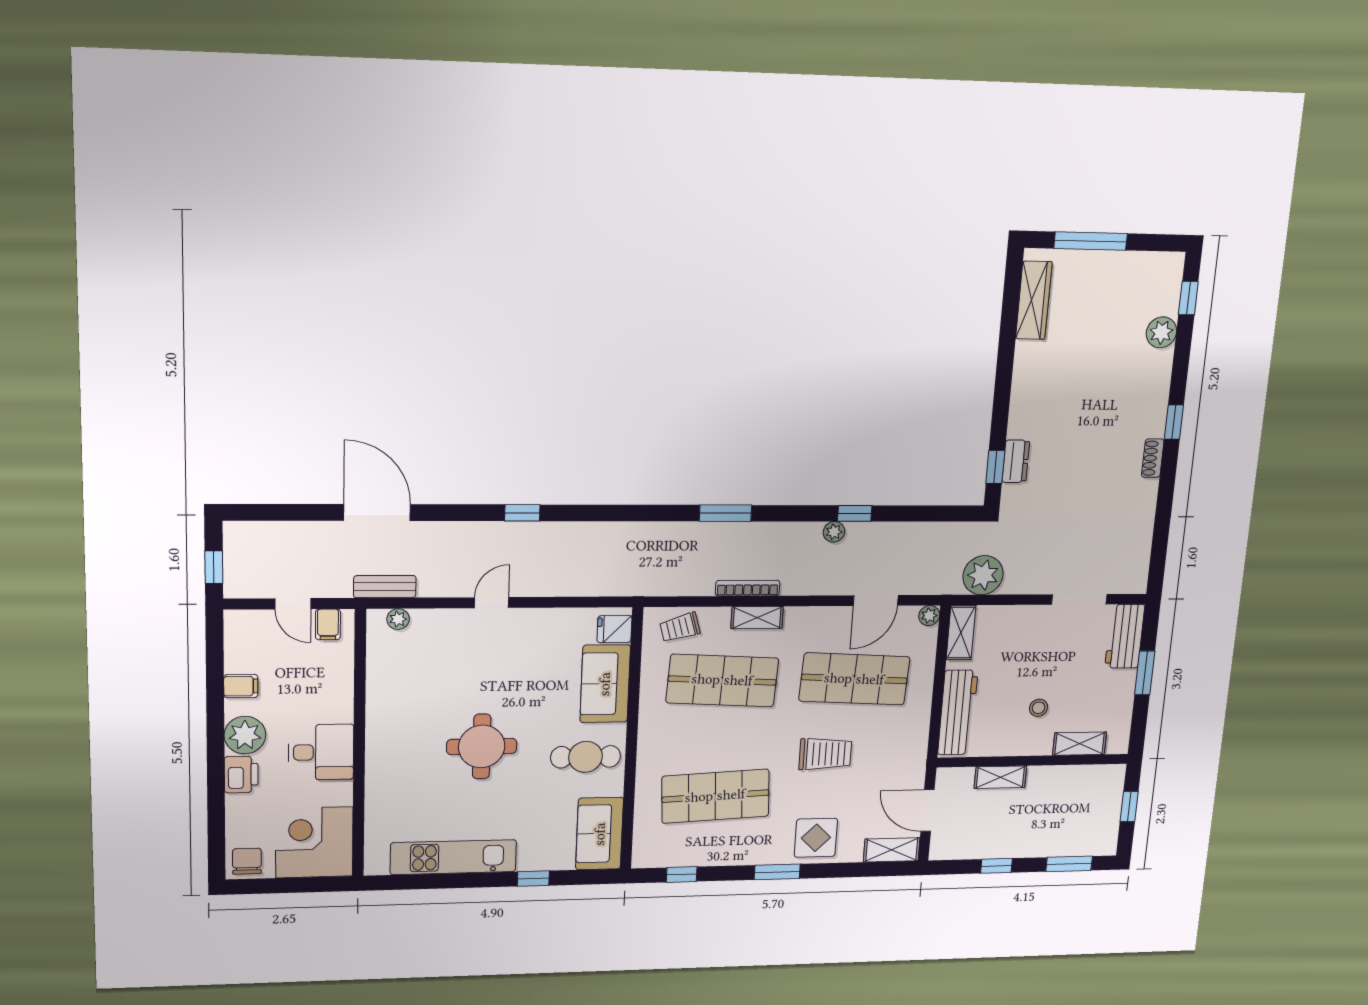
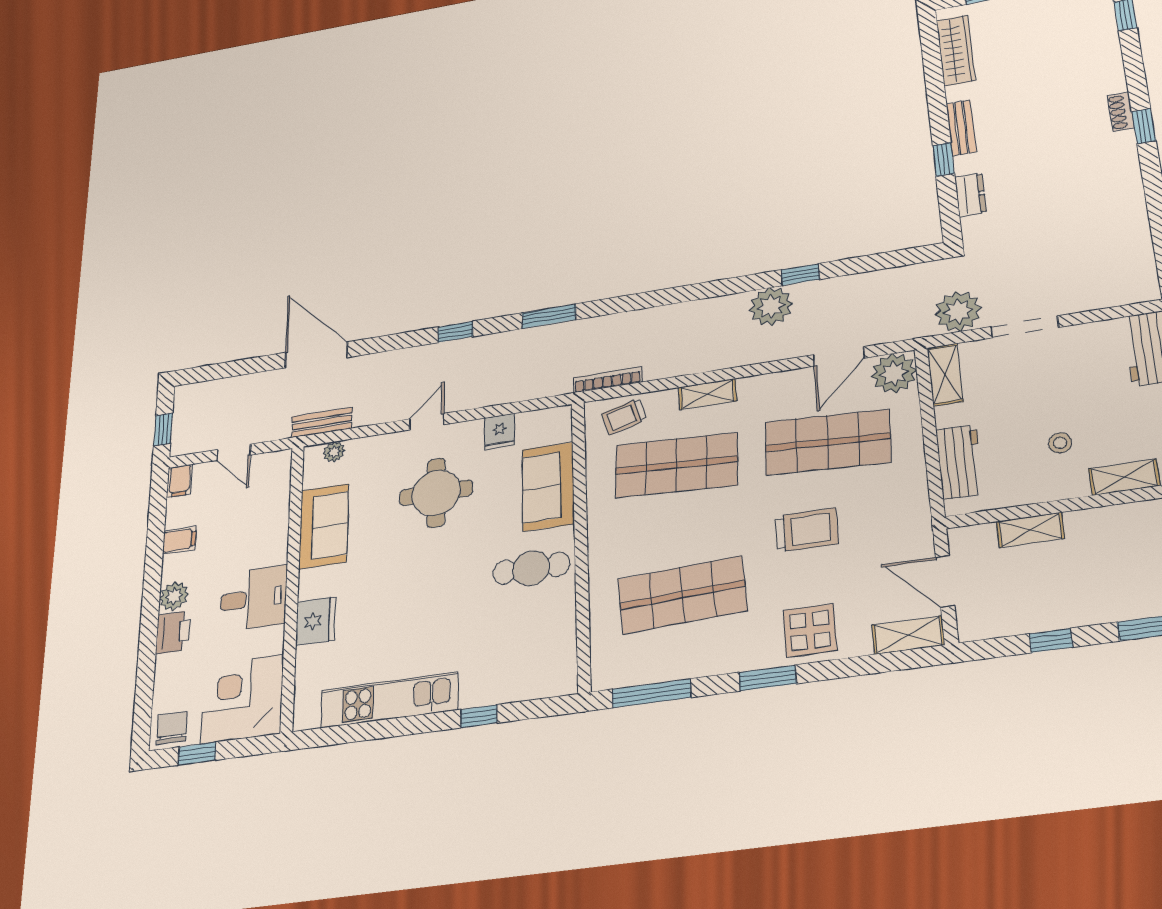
plant: (1161, 332) -> (1104, 50), removed
bench: (1022, 388) -> (961, 128), added
shoe rack: (1153, 458) -> (1121, 112), moved
window: (995, 467) -> (943, 159), moved
window: (725, 513) -> (549, 316), moved
plant: (834, 532) -> (771, 307), width x1.88, depth x1.88
bookcase: (748, 588) -> (607, 380), moved
doorway: (1079, 599) -> (1025, 327), moved
plant: (929, 616) -> (894, 373), width x1.88, depth x1.88
filing cabinet: (328, 624) -> (180, 481), moved
fridge: (614, 629) -> (499, 432), moved, turned -90
workbench: (958, 712) -> (960, 462), width x0.73
plant: (245, 735) -> (174, 596), width x0.73, depth x0.73
round table: (482, 746) -> (436, 493), moved
fridge: (383, 780) -> (316, 621), added
sofa: (600, 834) -> (324, 526), moved, turned 180
window: (682, 875) -> (651, 693), width x2.17
window: (273, 886) -> (197, 754), added

